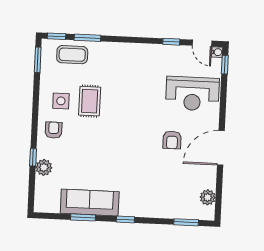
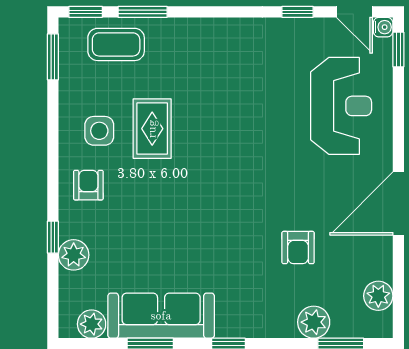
reception desk: (192, 94) -> (341, 106), turned -90
armchair: (172, 140) -> (298, 248), moved
plant: (52, 205) -> (92, 324), added
plant: (172, 210) -> (314, 322), added

